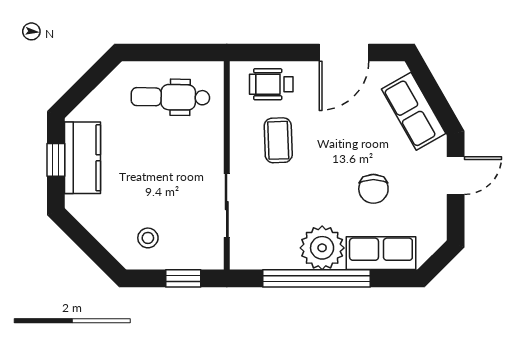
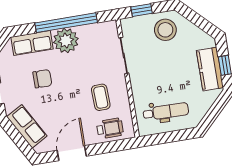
chair: (373, 189) -> (42, 79), turned 90
stool: (148, 238) -> (165, 30), width x1.89, depth x1.89

